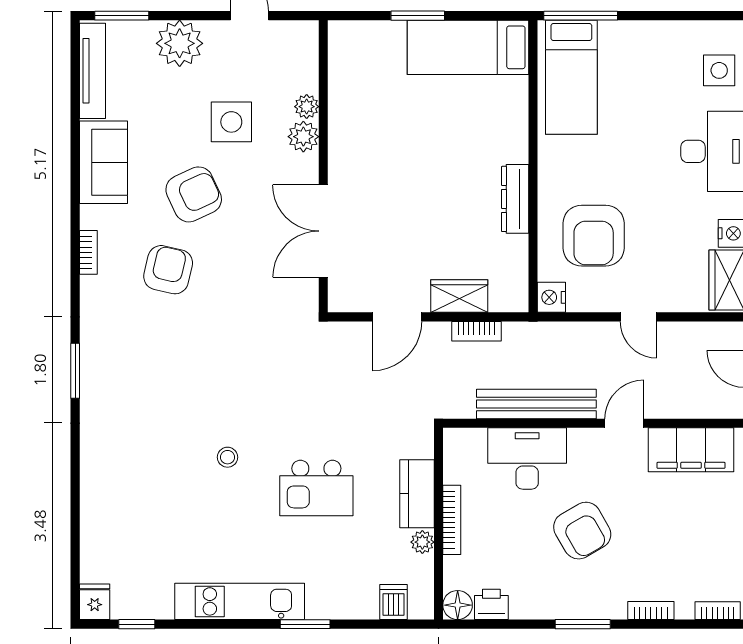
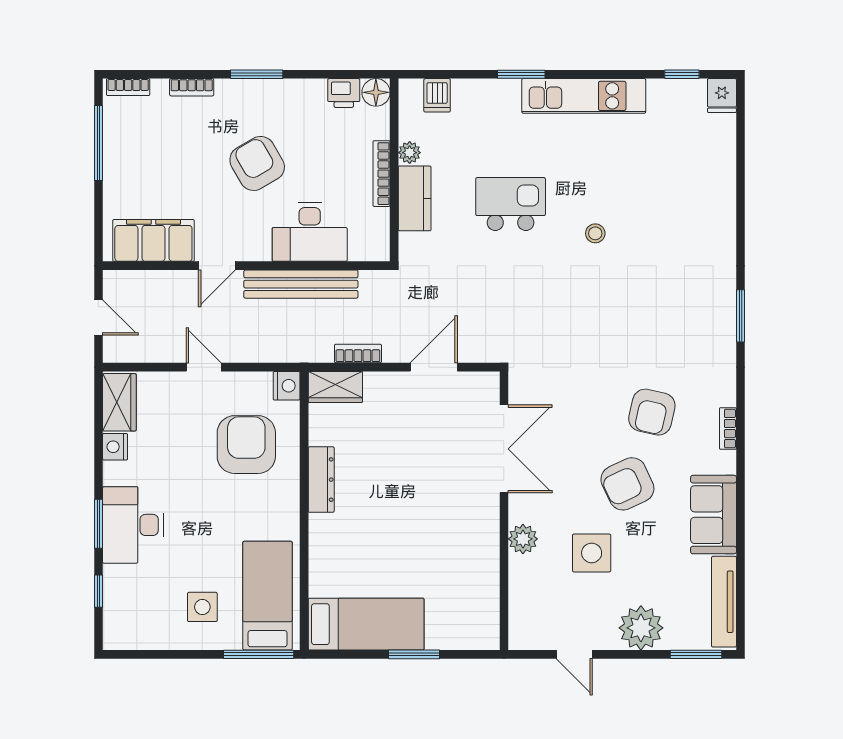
side table: (719, 70) -> (202, 607), moved
plant: (307, 107) -> (520, 568), removed
wardrobe: (459, 296) -> (335, 387), moved

